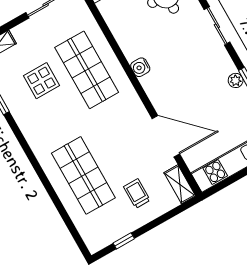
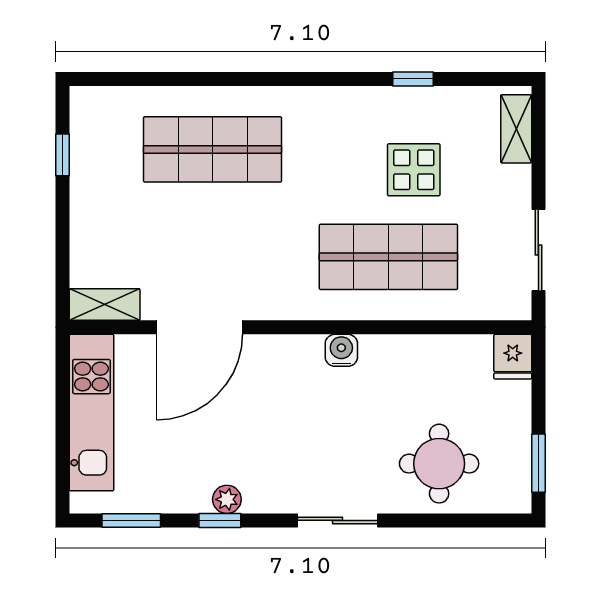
trolley: (137, 194) -> (130, 223), removed

